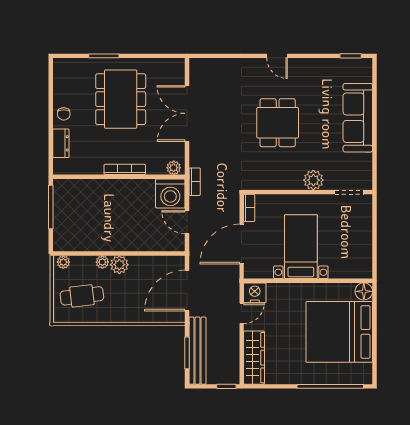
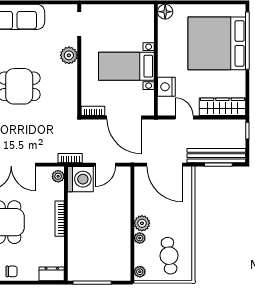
dresser: (61, 143) -> (52, 274), moved
nightstand: (255, 293) -> (166, 87), moved
bed: (339, 332) -> (217, 43), moved, turned 90

